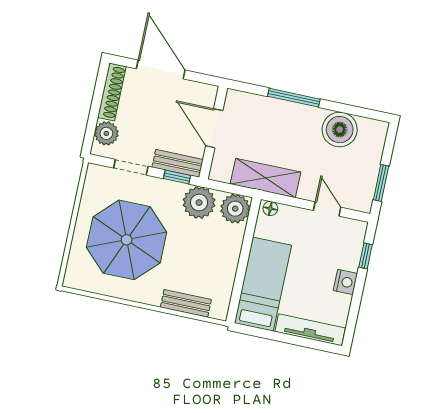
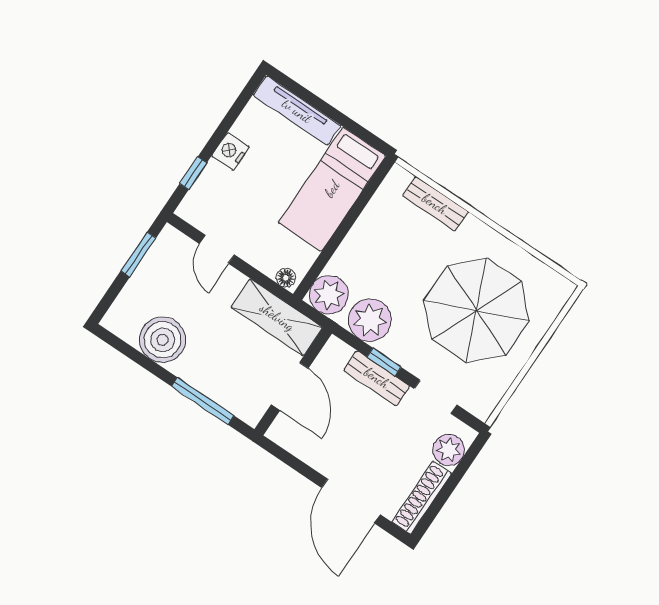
door: (214, 128) -> (290, 386), moved
wall: (213, 133) -> (293, 381), moved

